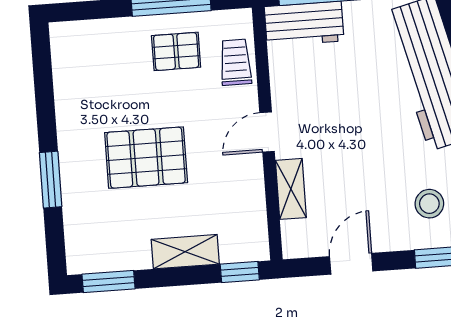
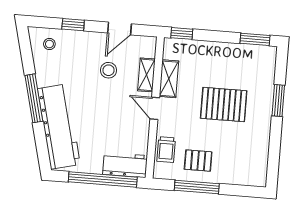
door: (267, 132) -> (155, 108), swing flipped
stool: (429, 204) -> (108, 70), moved
shelving: (185, 252) -> (169, 79), moved, turned 90

